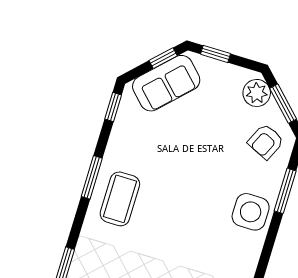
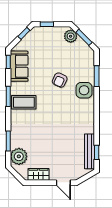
sofa: (166, 83) -> (19, 66), moved, turned -45
armchair: (266, 142) -> (60, 80), moved
coffee table: (120, 199) -> (24, 102), turned 90

